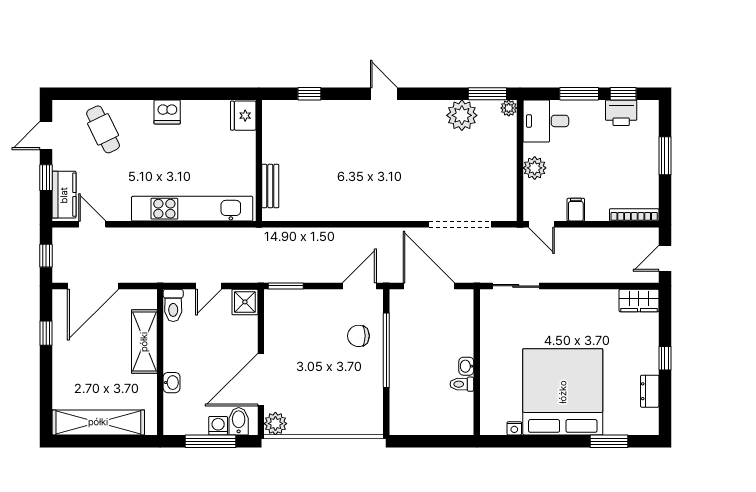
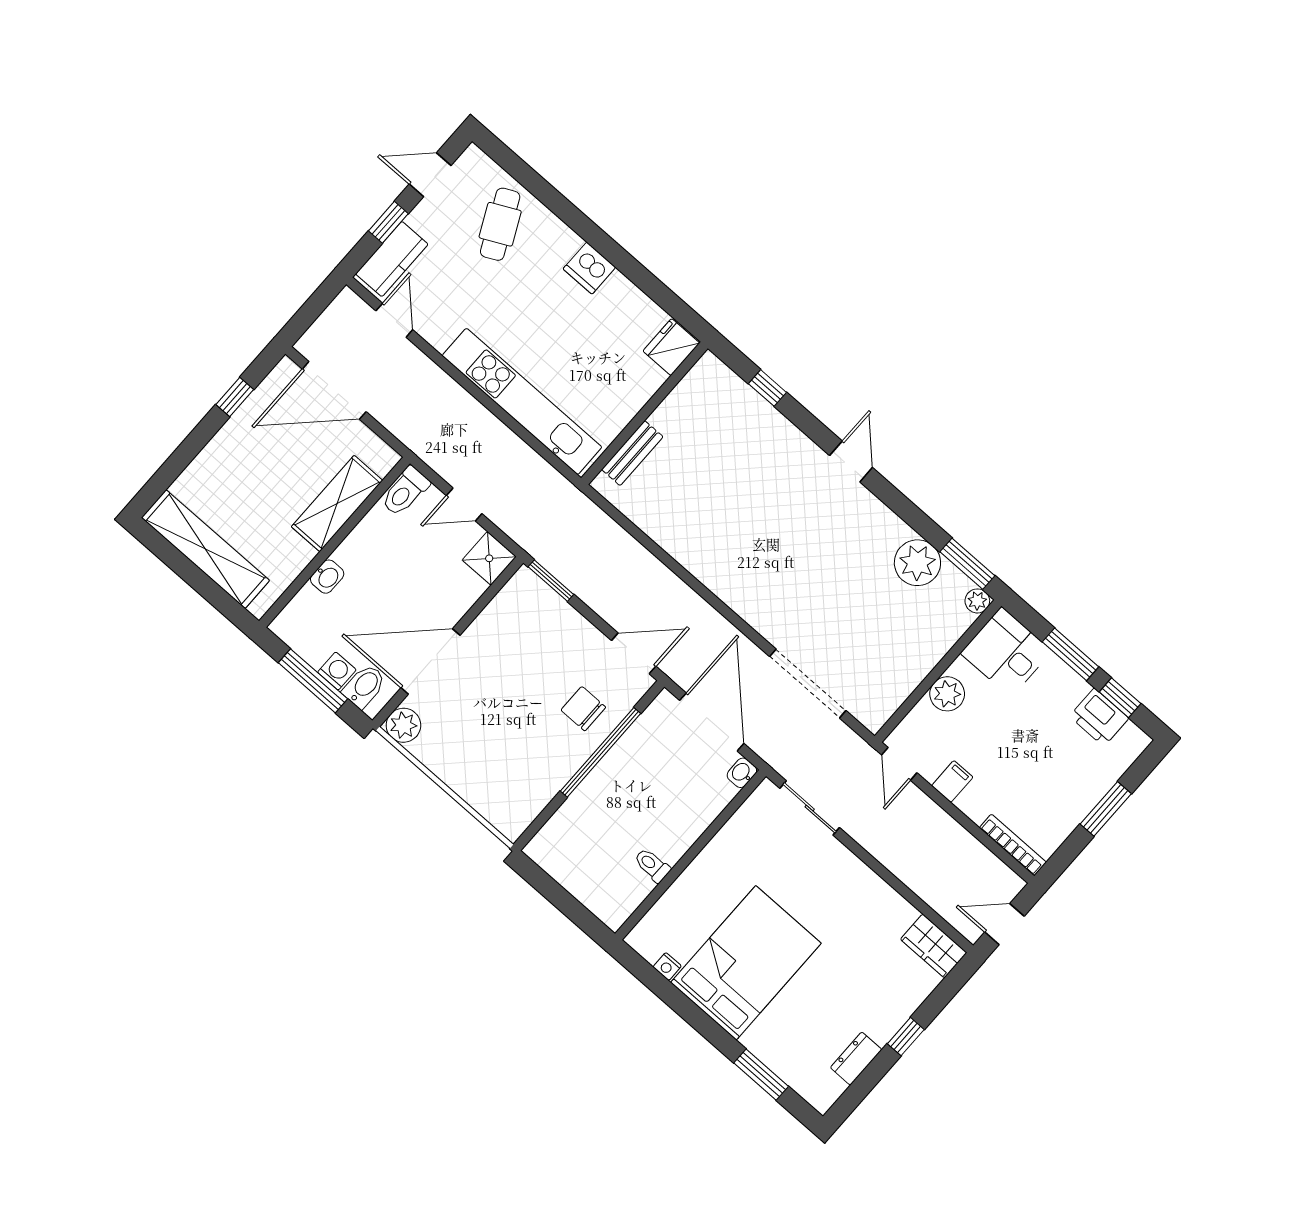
window: (46, 256) -> (311, 310), removed
washbasin: (466, 366) -> (742, 773), moved
bed: (563, 392) -> (746, 963), width x0.73

